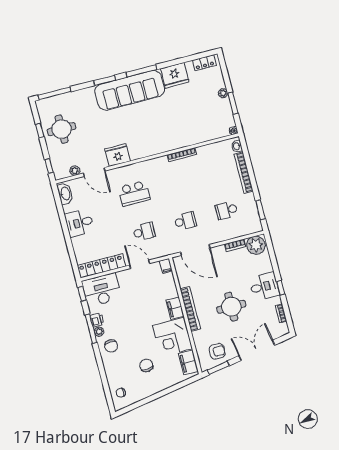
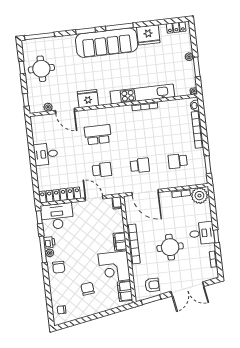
kitchen unit: (177, 142) -> (142, 94), added
school desk: (134, 193) -> (98, 135), turned 180
washbasin: (65, 194) -> (37, 126), removed
double door: (257, 350) -> (187, 289), swing flipped

